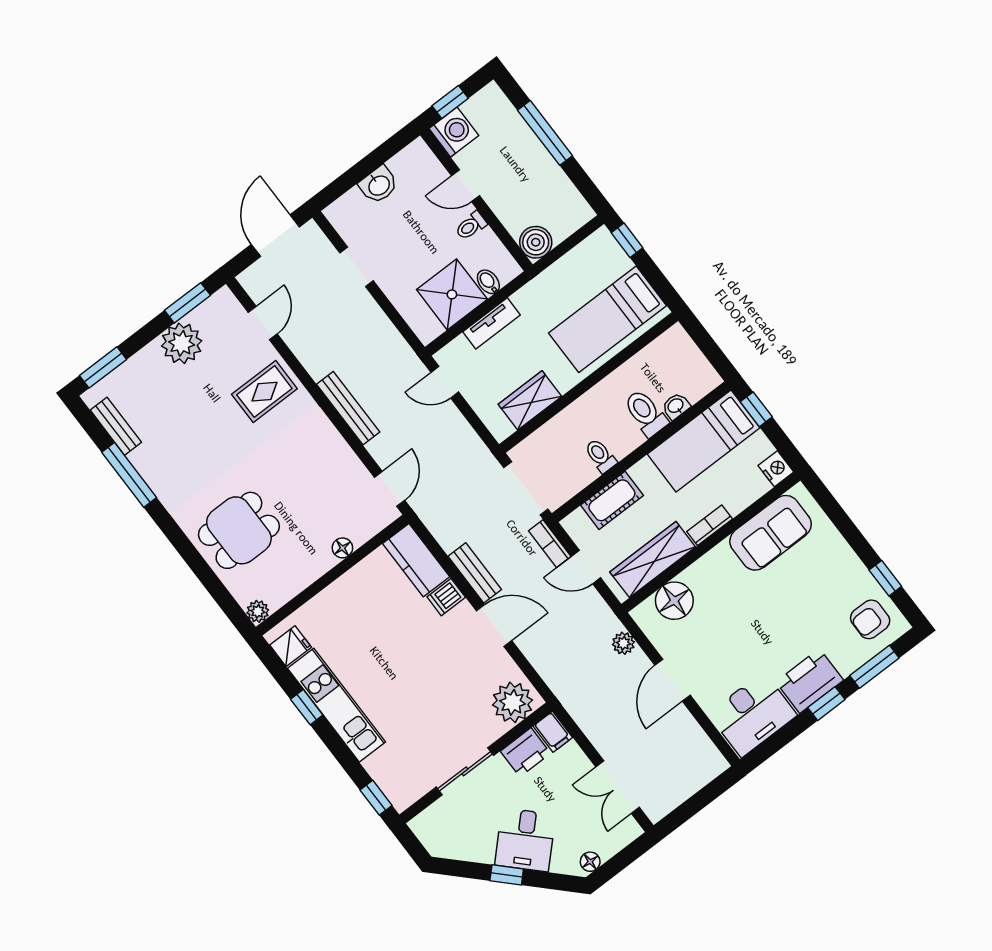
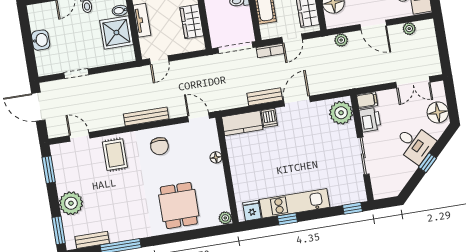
plant: (182, 343) -> (71, 203), moved
chair: (314, 453) -> (159, 146), added
plant: (696, 738) -> (409, 29), added
floor lamp: (590, 862) -> (438, 112), width x1.89, depth x1.89

